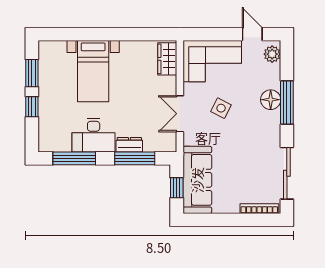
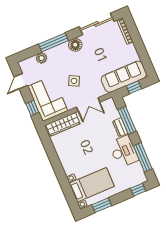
window: (208, 34) -> (32, 108), added
plant: (272, 54) -> (41, 58), moved
wardrobe: (167, 59) -> (63, 124), width x1.50
bed with nightstands: (93, 71) -> (92, 185), moved
floor lamp: (271, 100) -> (75, 45), moved
window: (32, 107) -> (138, 190), moved

